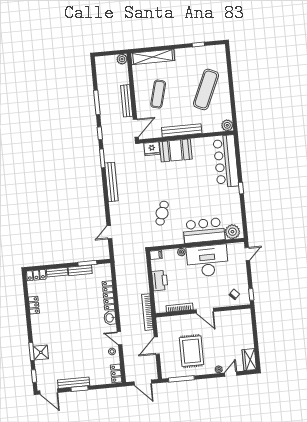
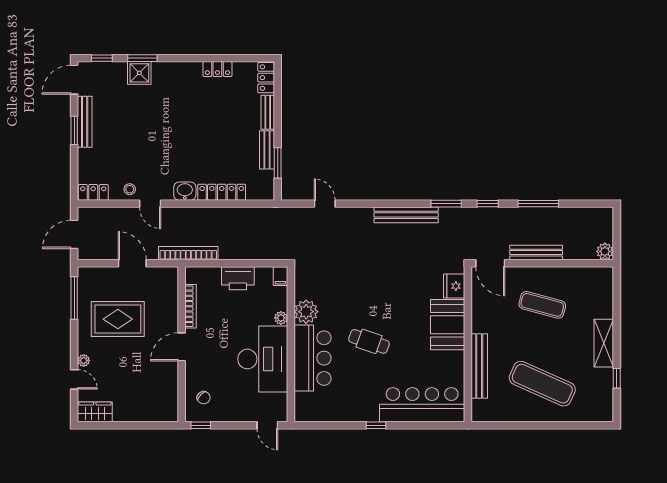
shelving: (153, 57) -> (604, 343), moved, width x0.68
plant: (227, 125) -> (480, 413), removed
bench: (182, 130) -> (479, 366), moved
cafe table: (162, 213) -> (369, 341), moved
plant: (232, 232) -> (306, 312), moved
door: (120, 338) -> (150, 204), swing flipped

